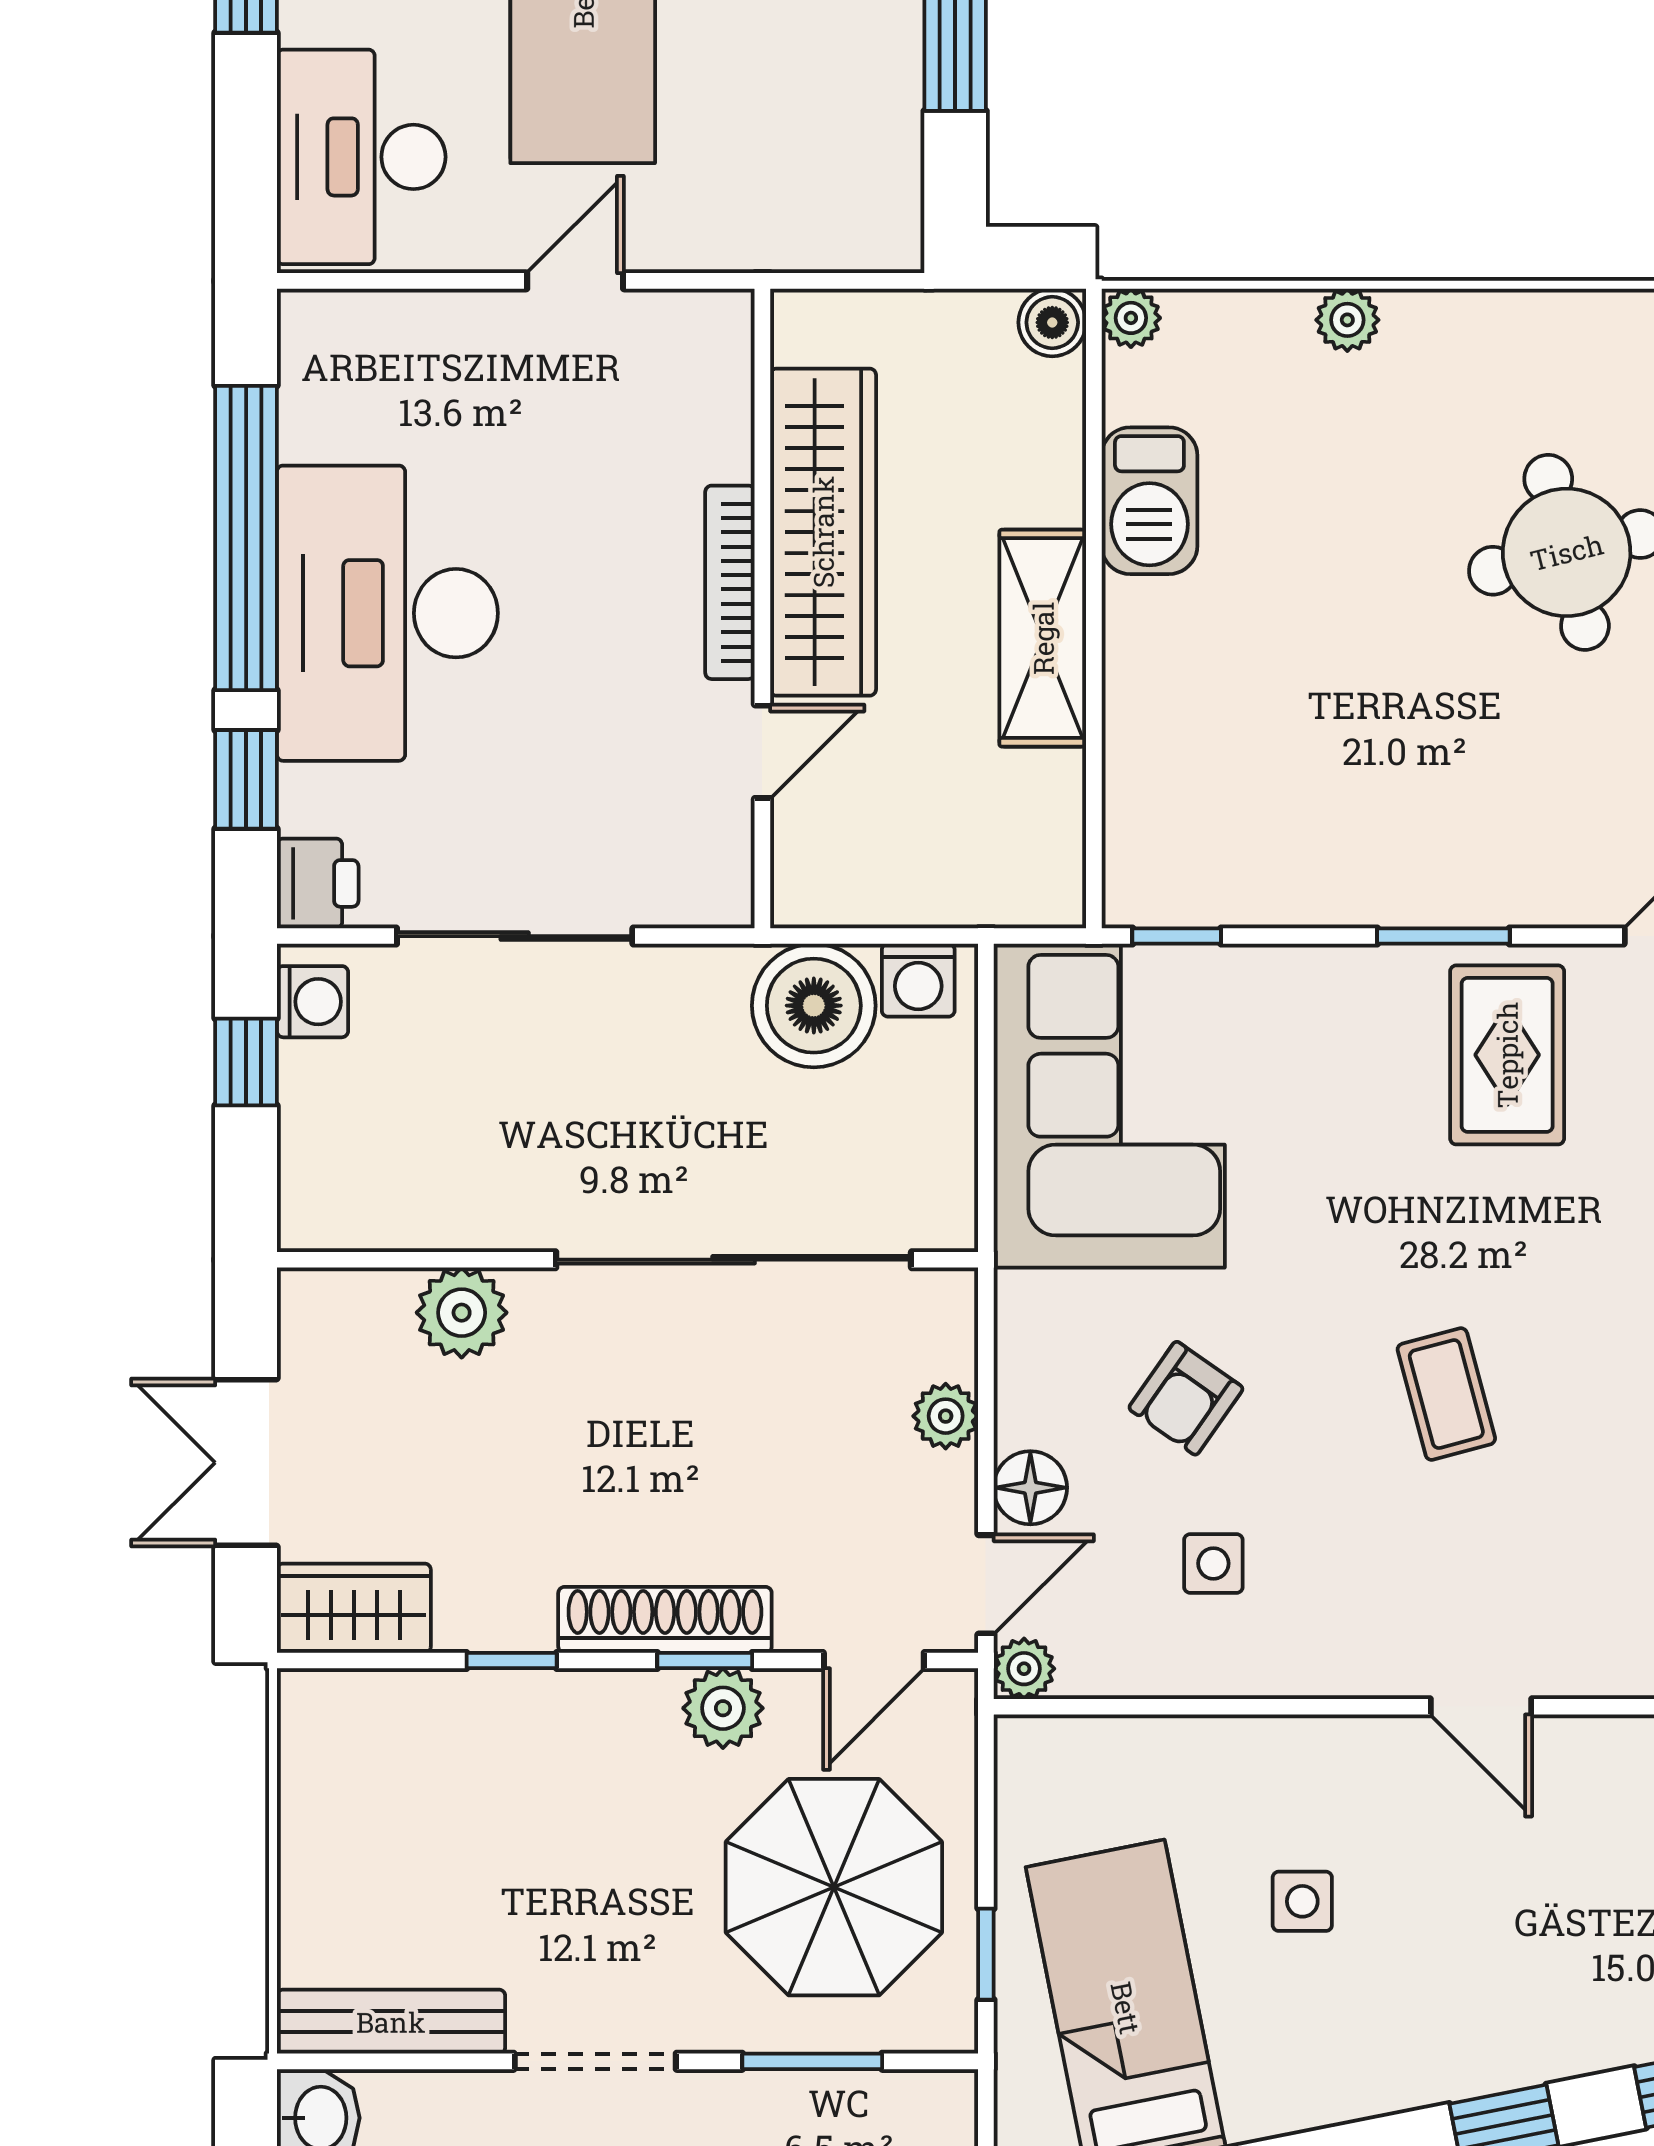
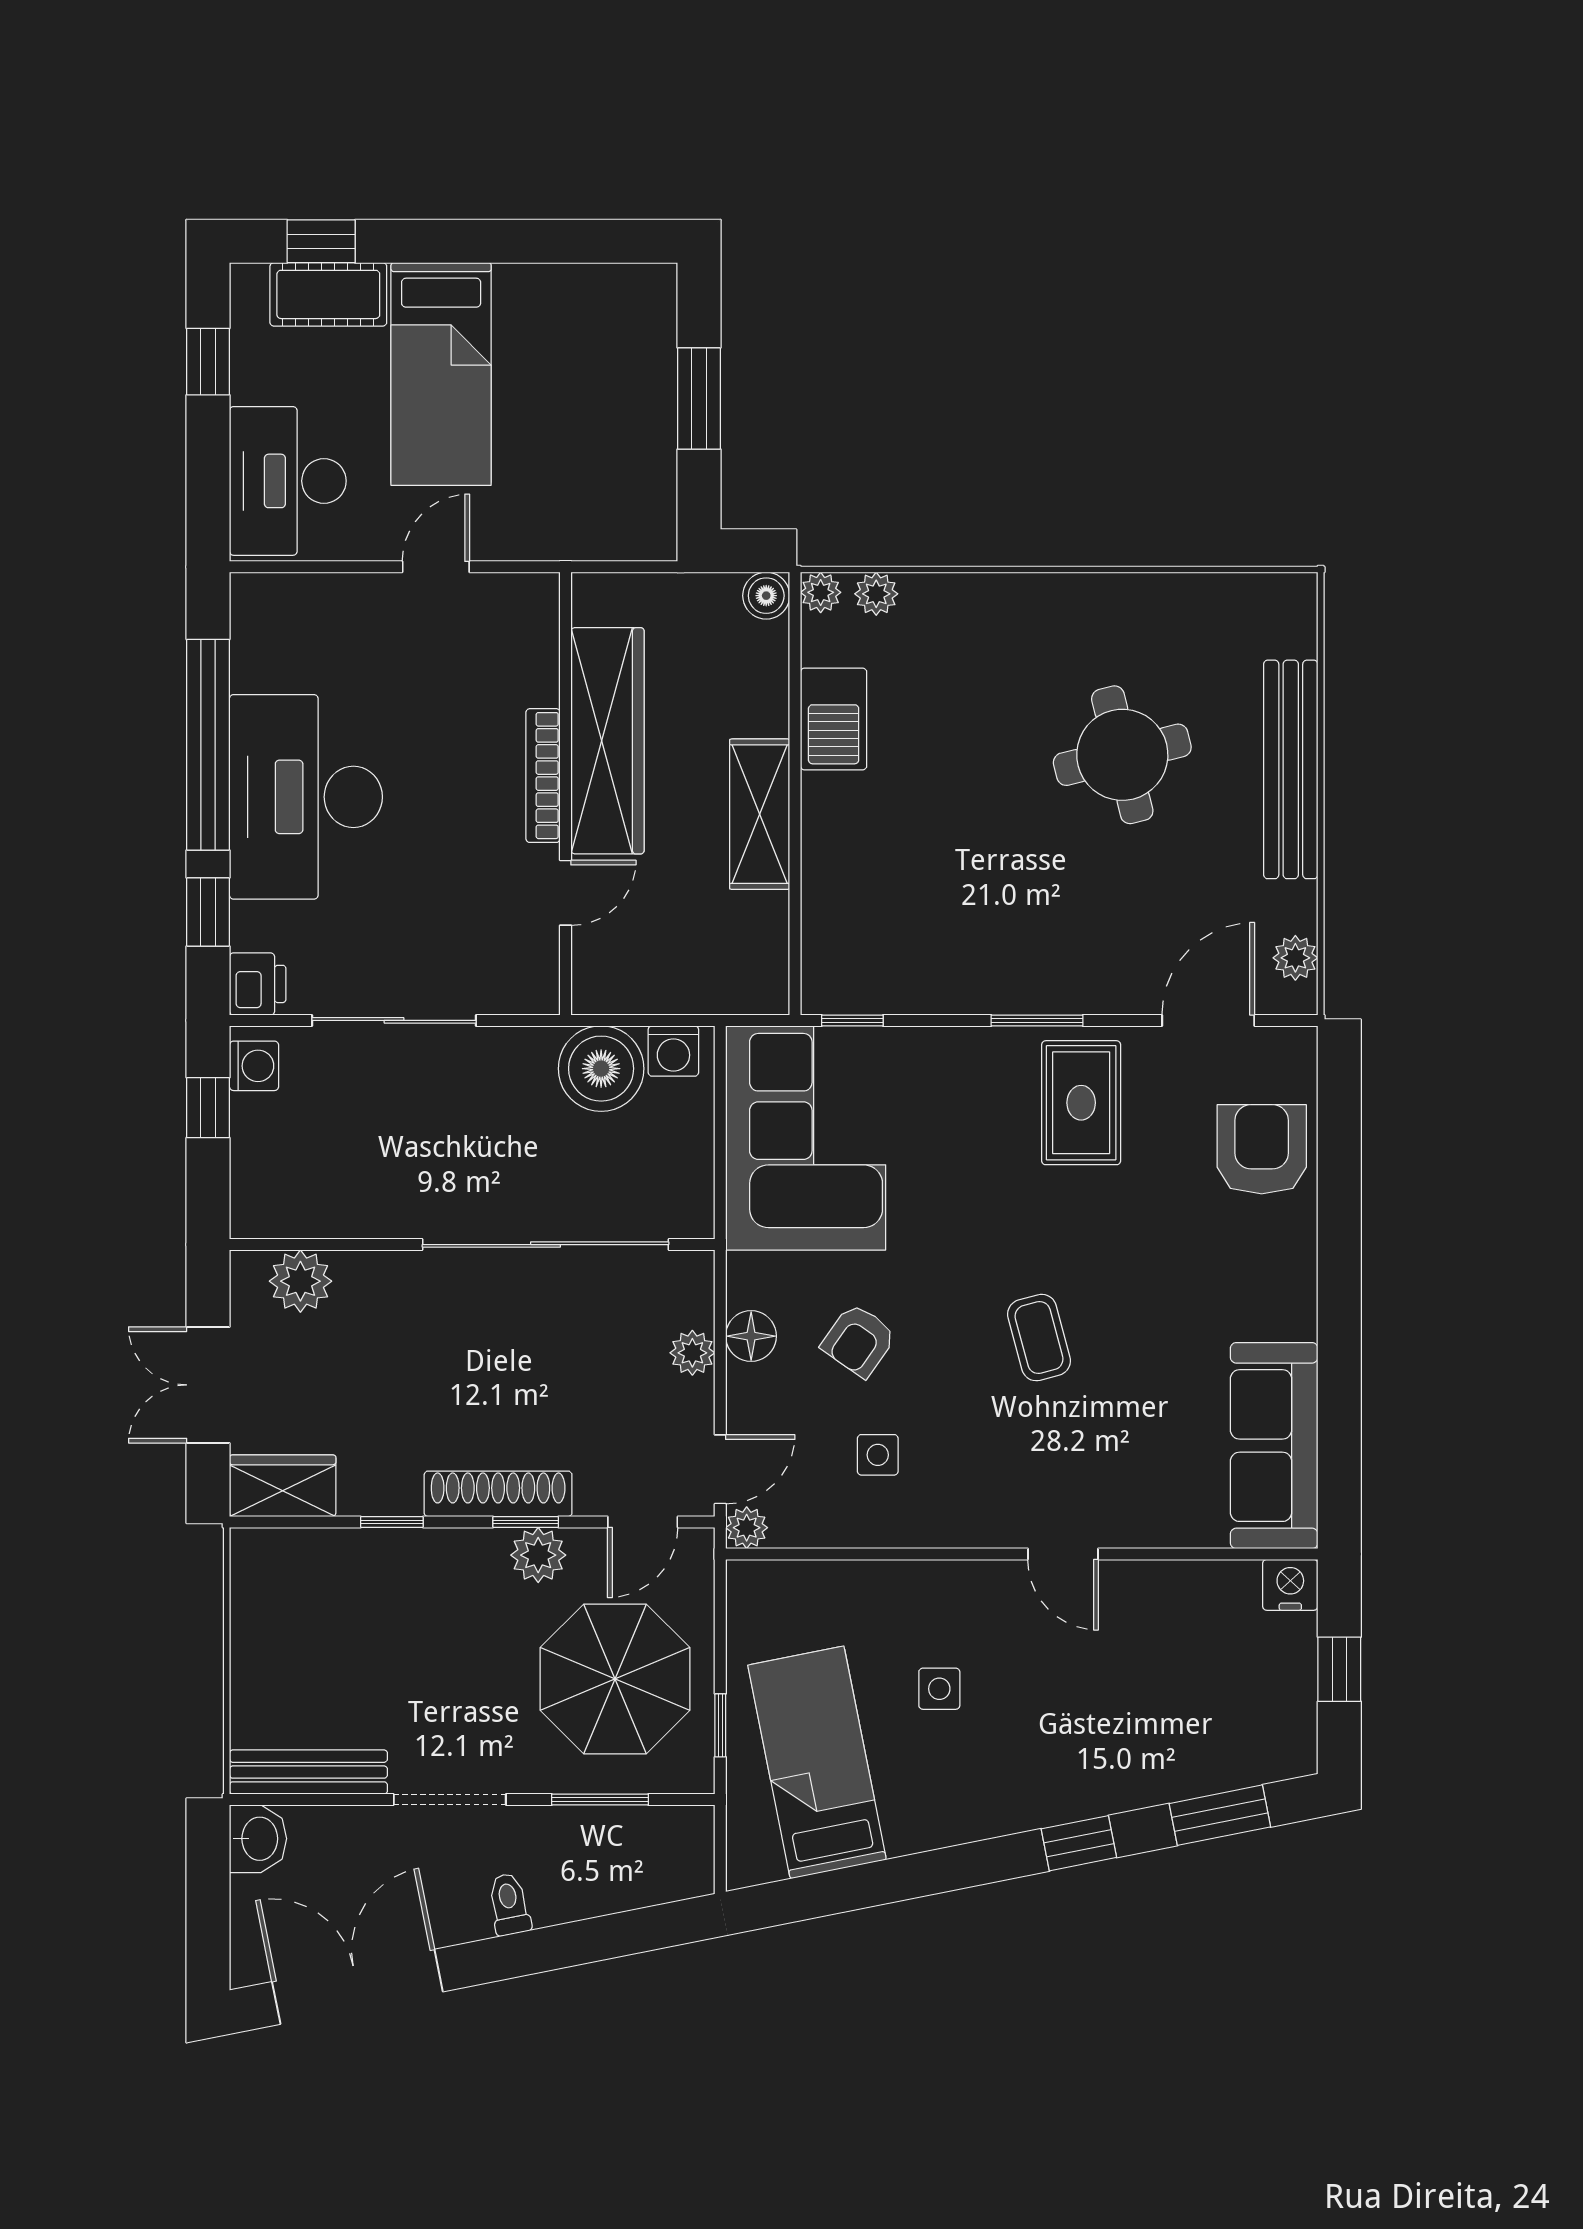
plant: (1347, 320) -> (876, 594), moved
plant: (462, 1313) -> (300, 1281), moved
floor lamp: (1030, 1488) -> (751, 1336), moved

